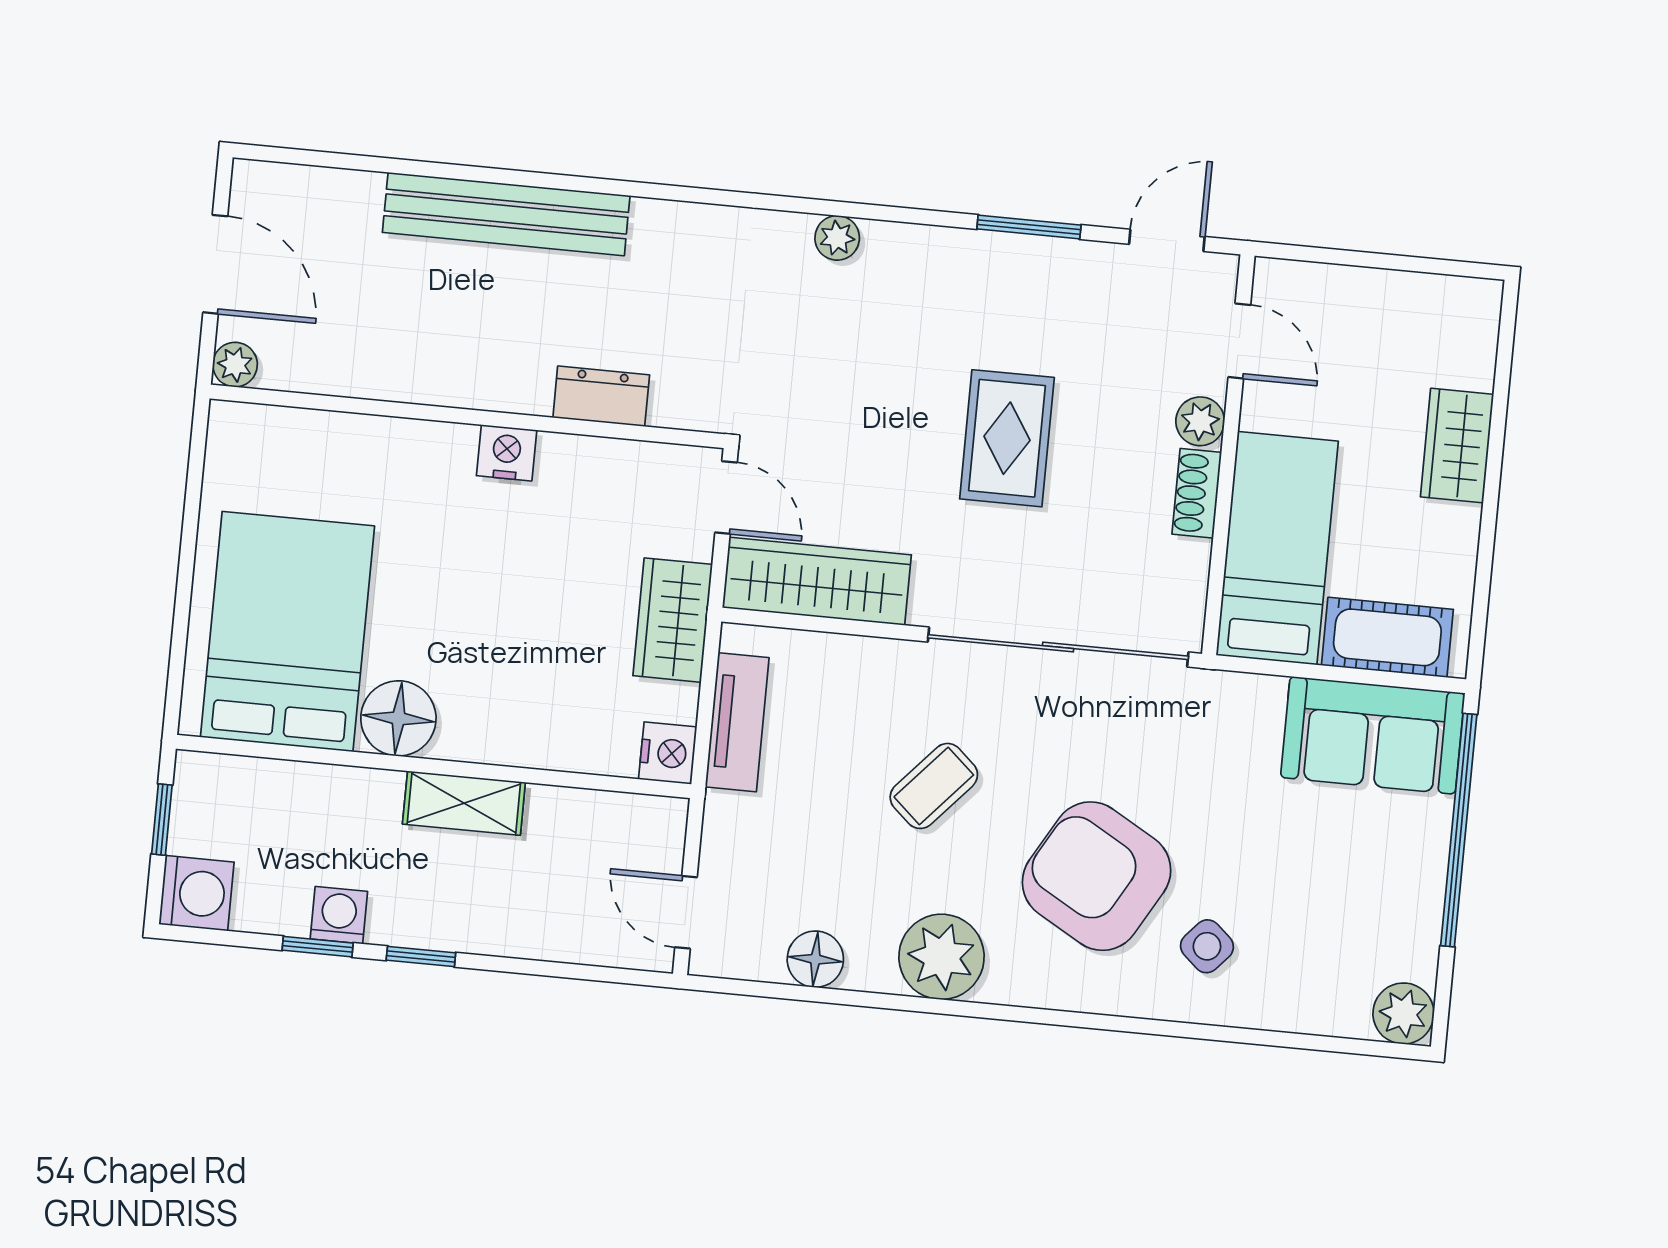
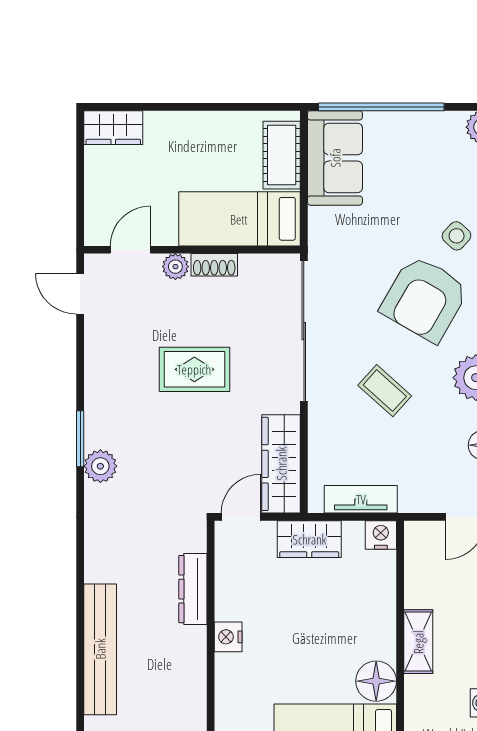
window: (1029, 227) -> (80, 439), moved
plant: (837, 238) -> (100, 466), width x1.38, depth x1.38
dresser: (601, 396) -> (193, 589), width x1.44
wardrobe: (1457, 446) -> (113, 128), moved

